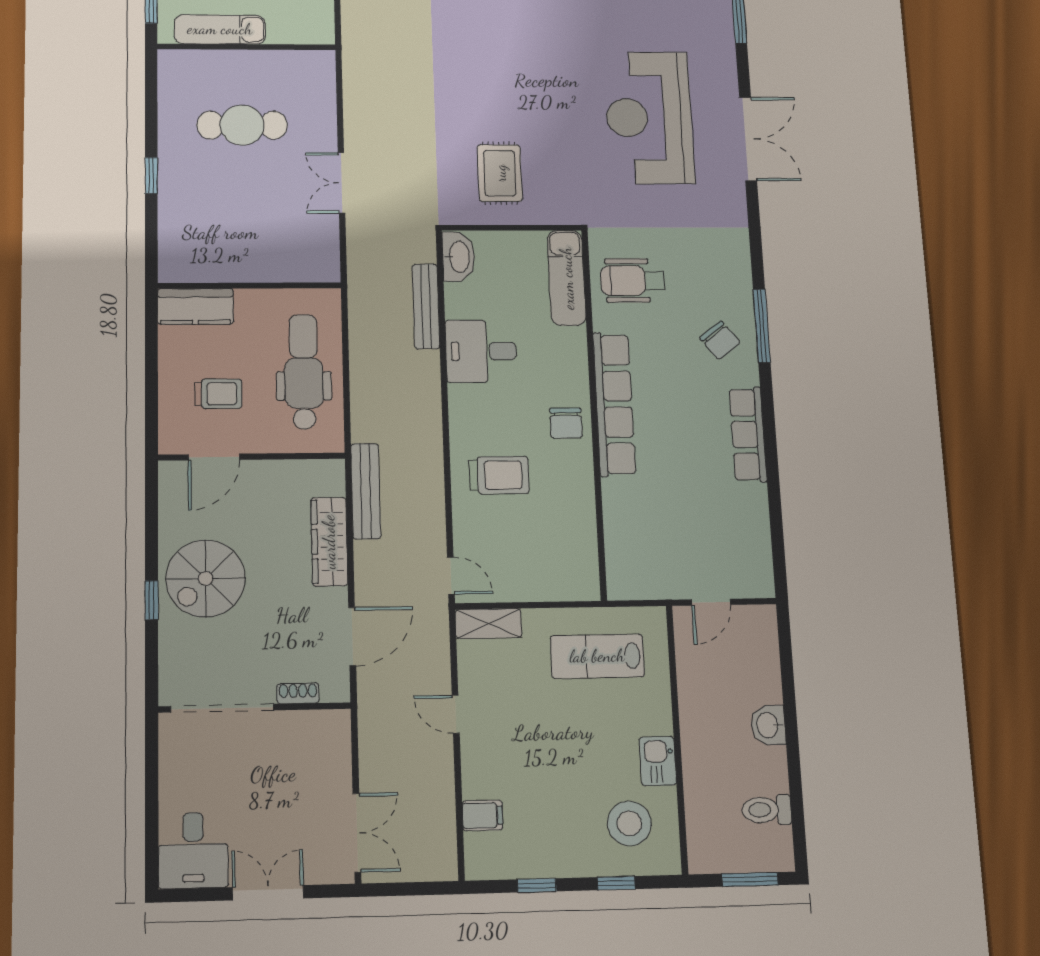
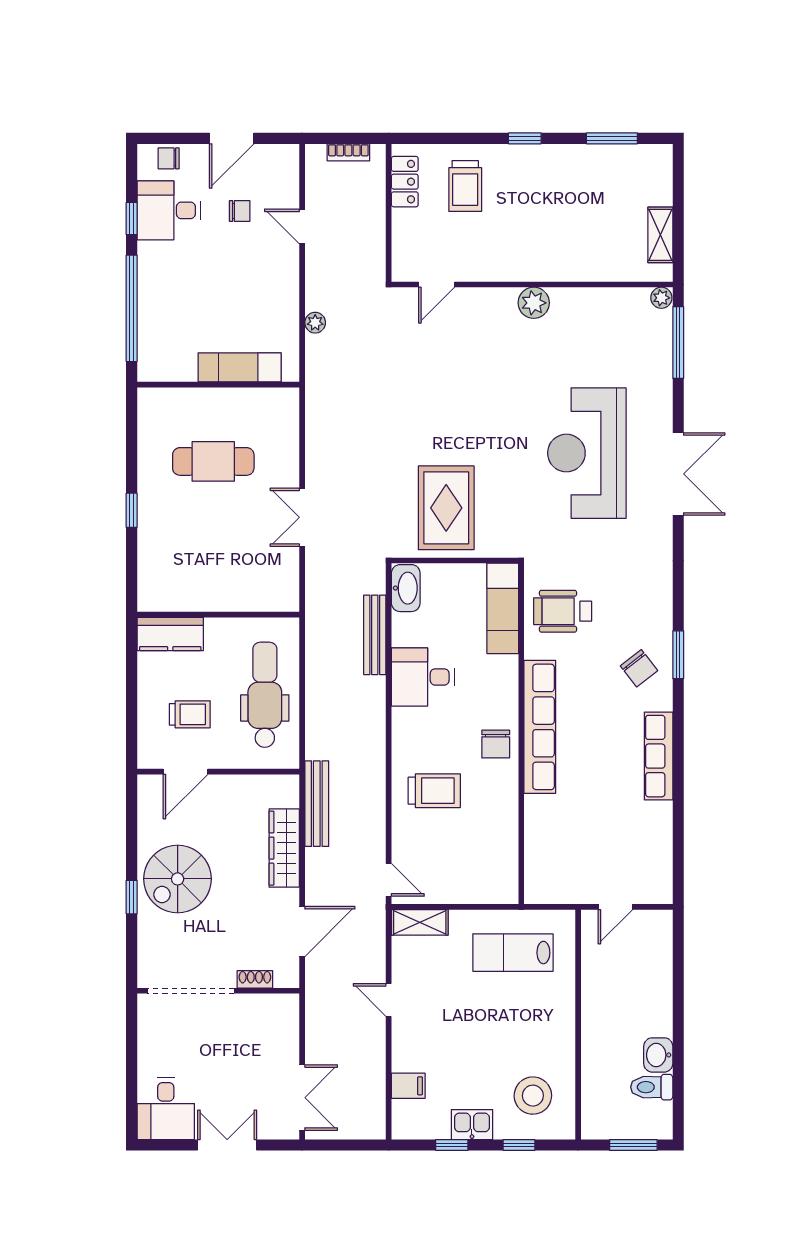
exam couch: (220, 29) -> (240, 367), moved
rug: (500, 173) -> (446, 508), width x1.36, depth x1.43
window: (762, 326) -> (678, 655), width x0.69
washbasin: (768, 725) -> (658, 1055), moved
kitchen sink: (658, 761) -> (472, 1125), moved, turned 90

